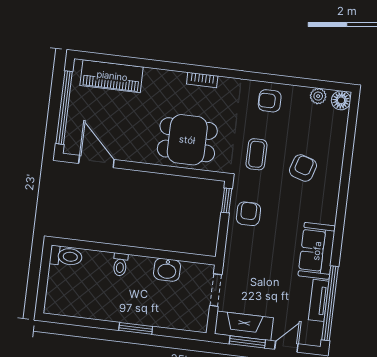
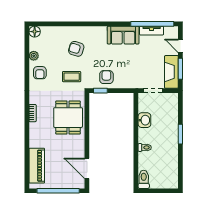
plant: (318, 96) -> (34, 56), moved
door: (96, 161) -> (87, 168), hinge flipped
armchair: (248, 214) -> (106, 77), turned 90

